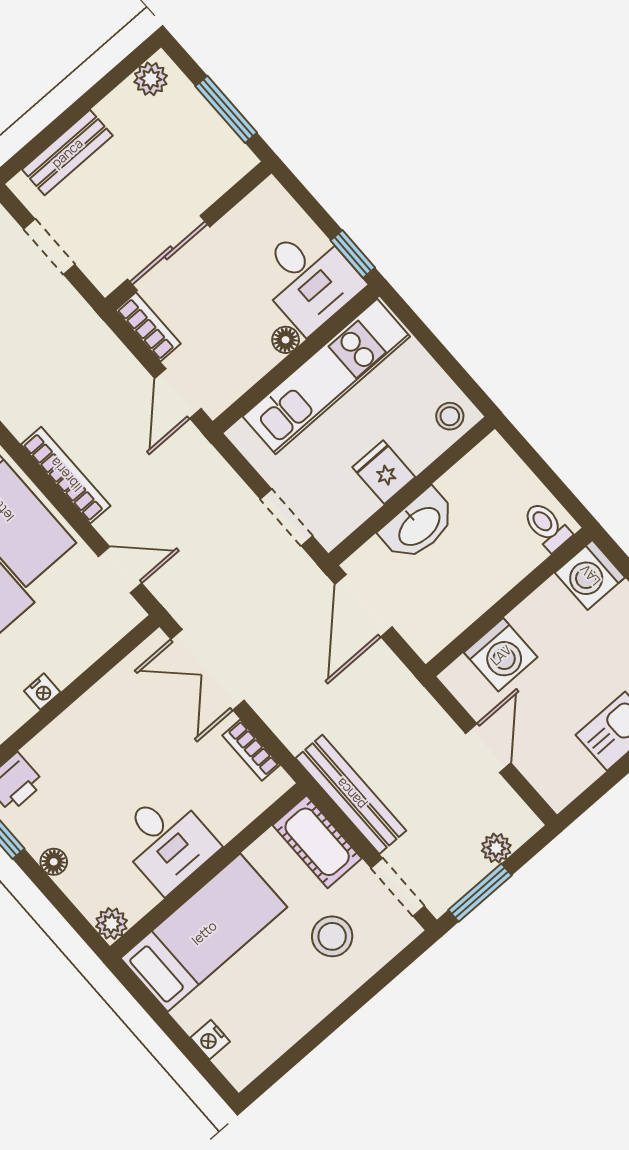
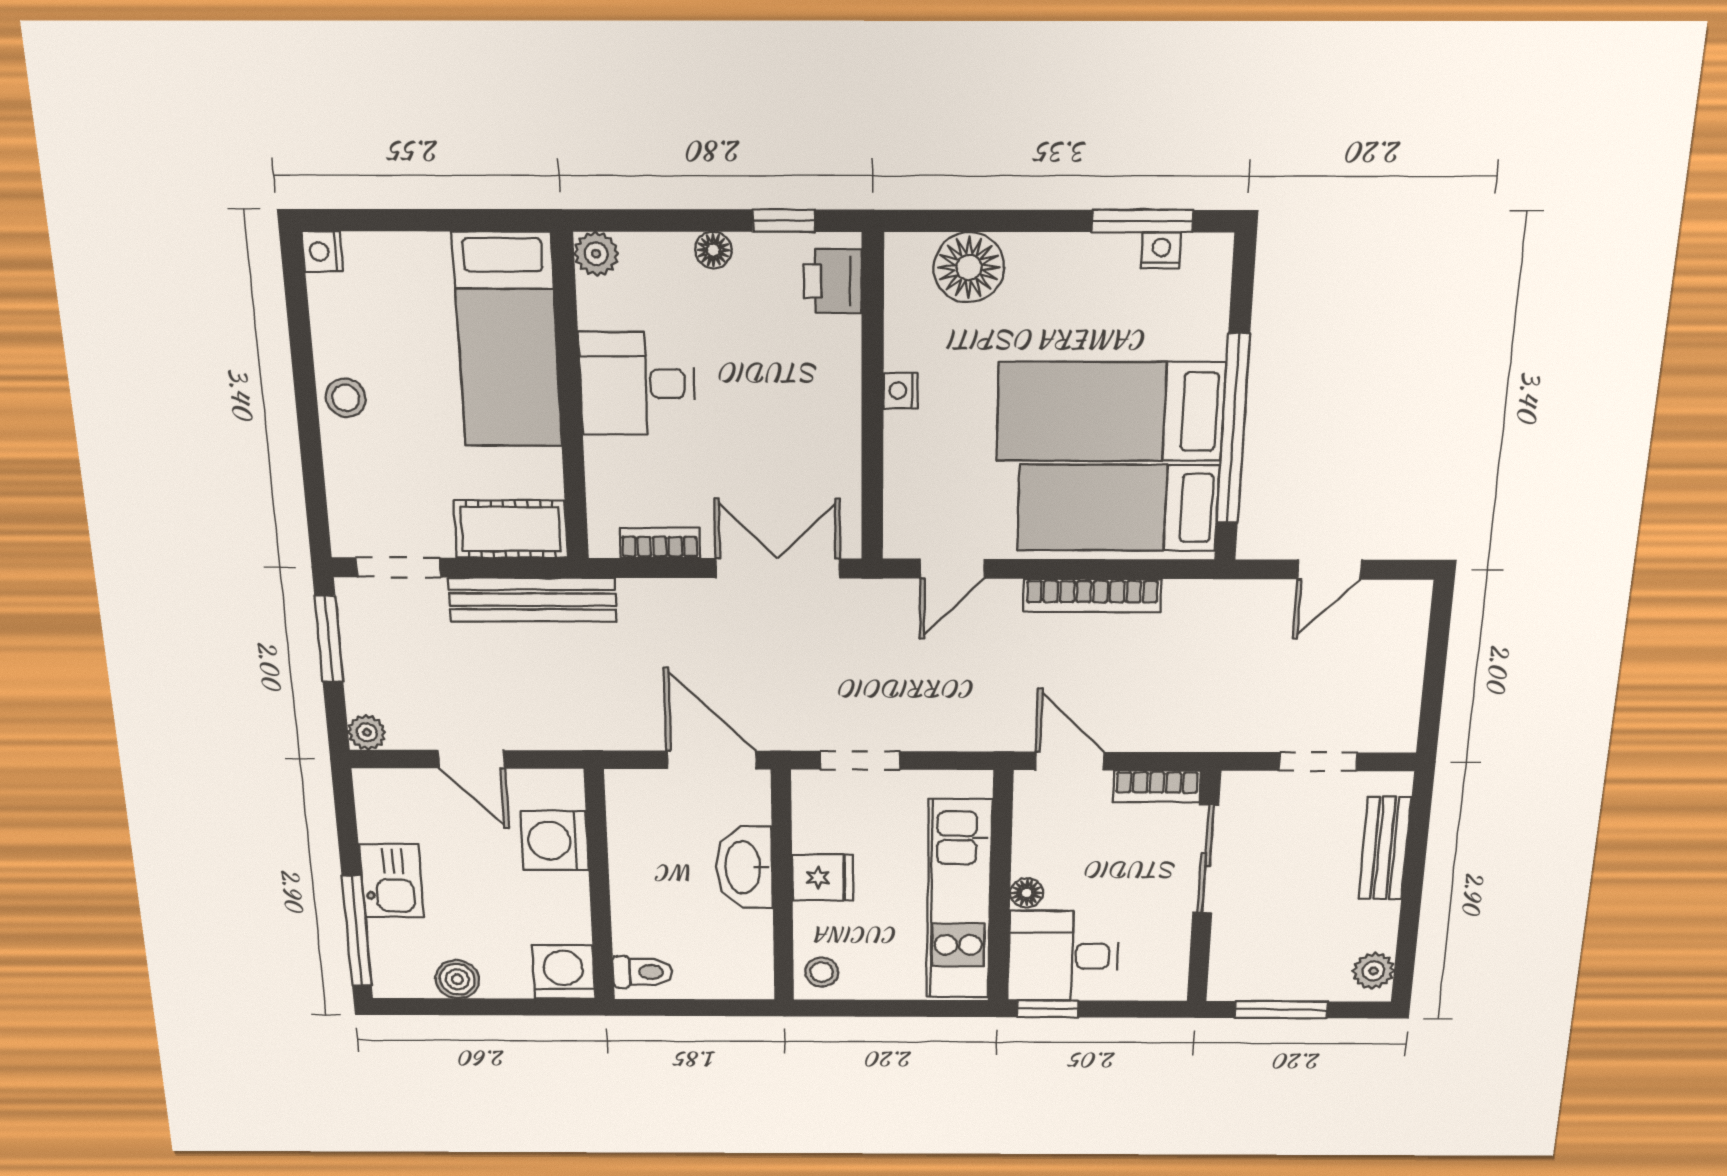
plant: (496, 848) -> (367, 732), moved
stool: (332, 936) -> (346, 398), moved, width x0.73, depth x0.73
nightstand: (210, 1040) -> (322, 251), moved, turned -90

